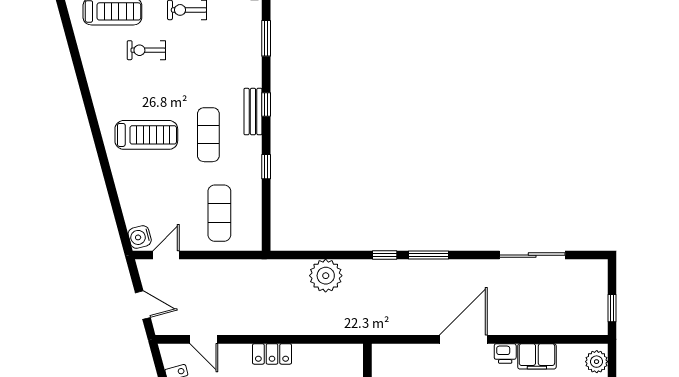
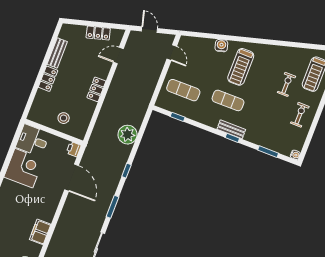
window: (266, 167) -> (178, 117), moved
water cooler: (140, 237) -> (221, 46), moved
window: (428, 255) -> (113, 207), moved
door: (143, 305) -> (150, 30), swing flipped
door: (463, 339) -> (72, 178), moved
printer: (505, 354) -> (74, 149), moved

